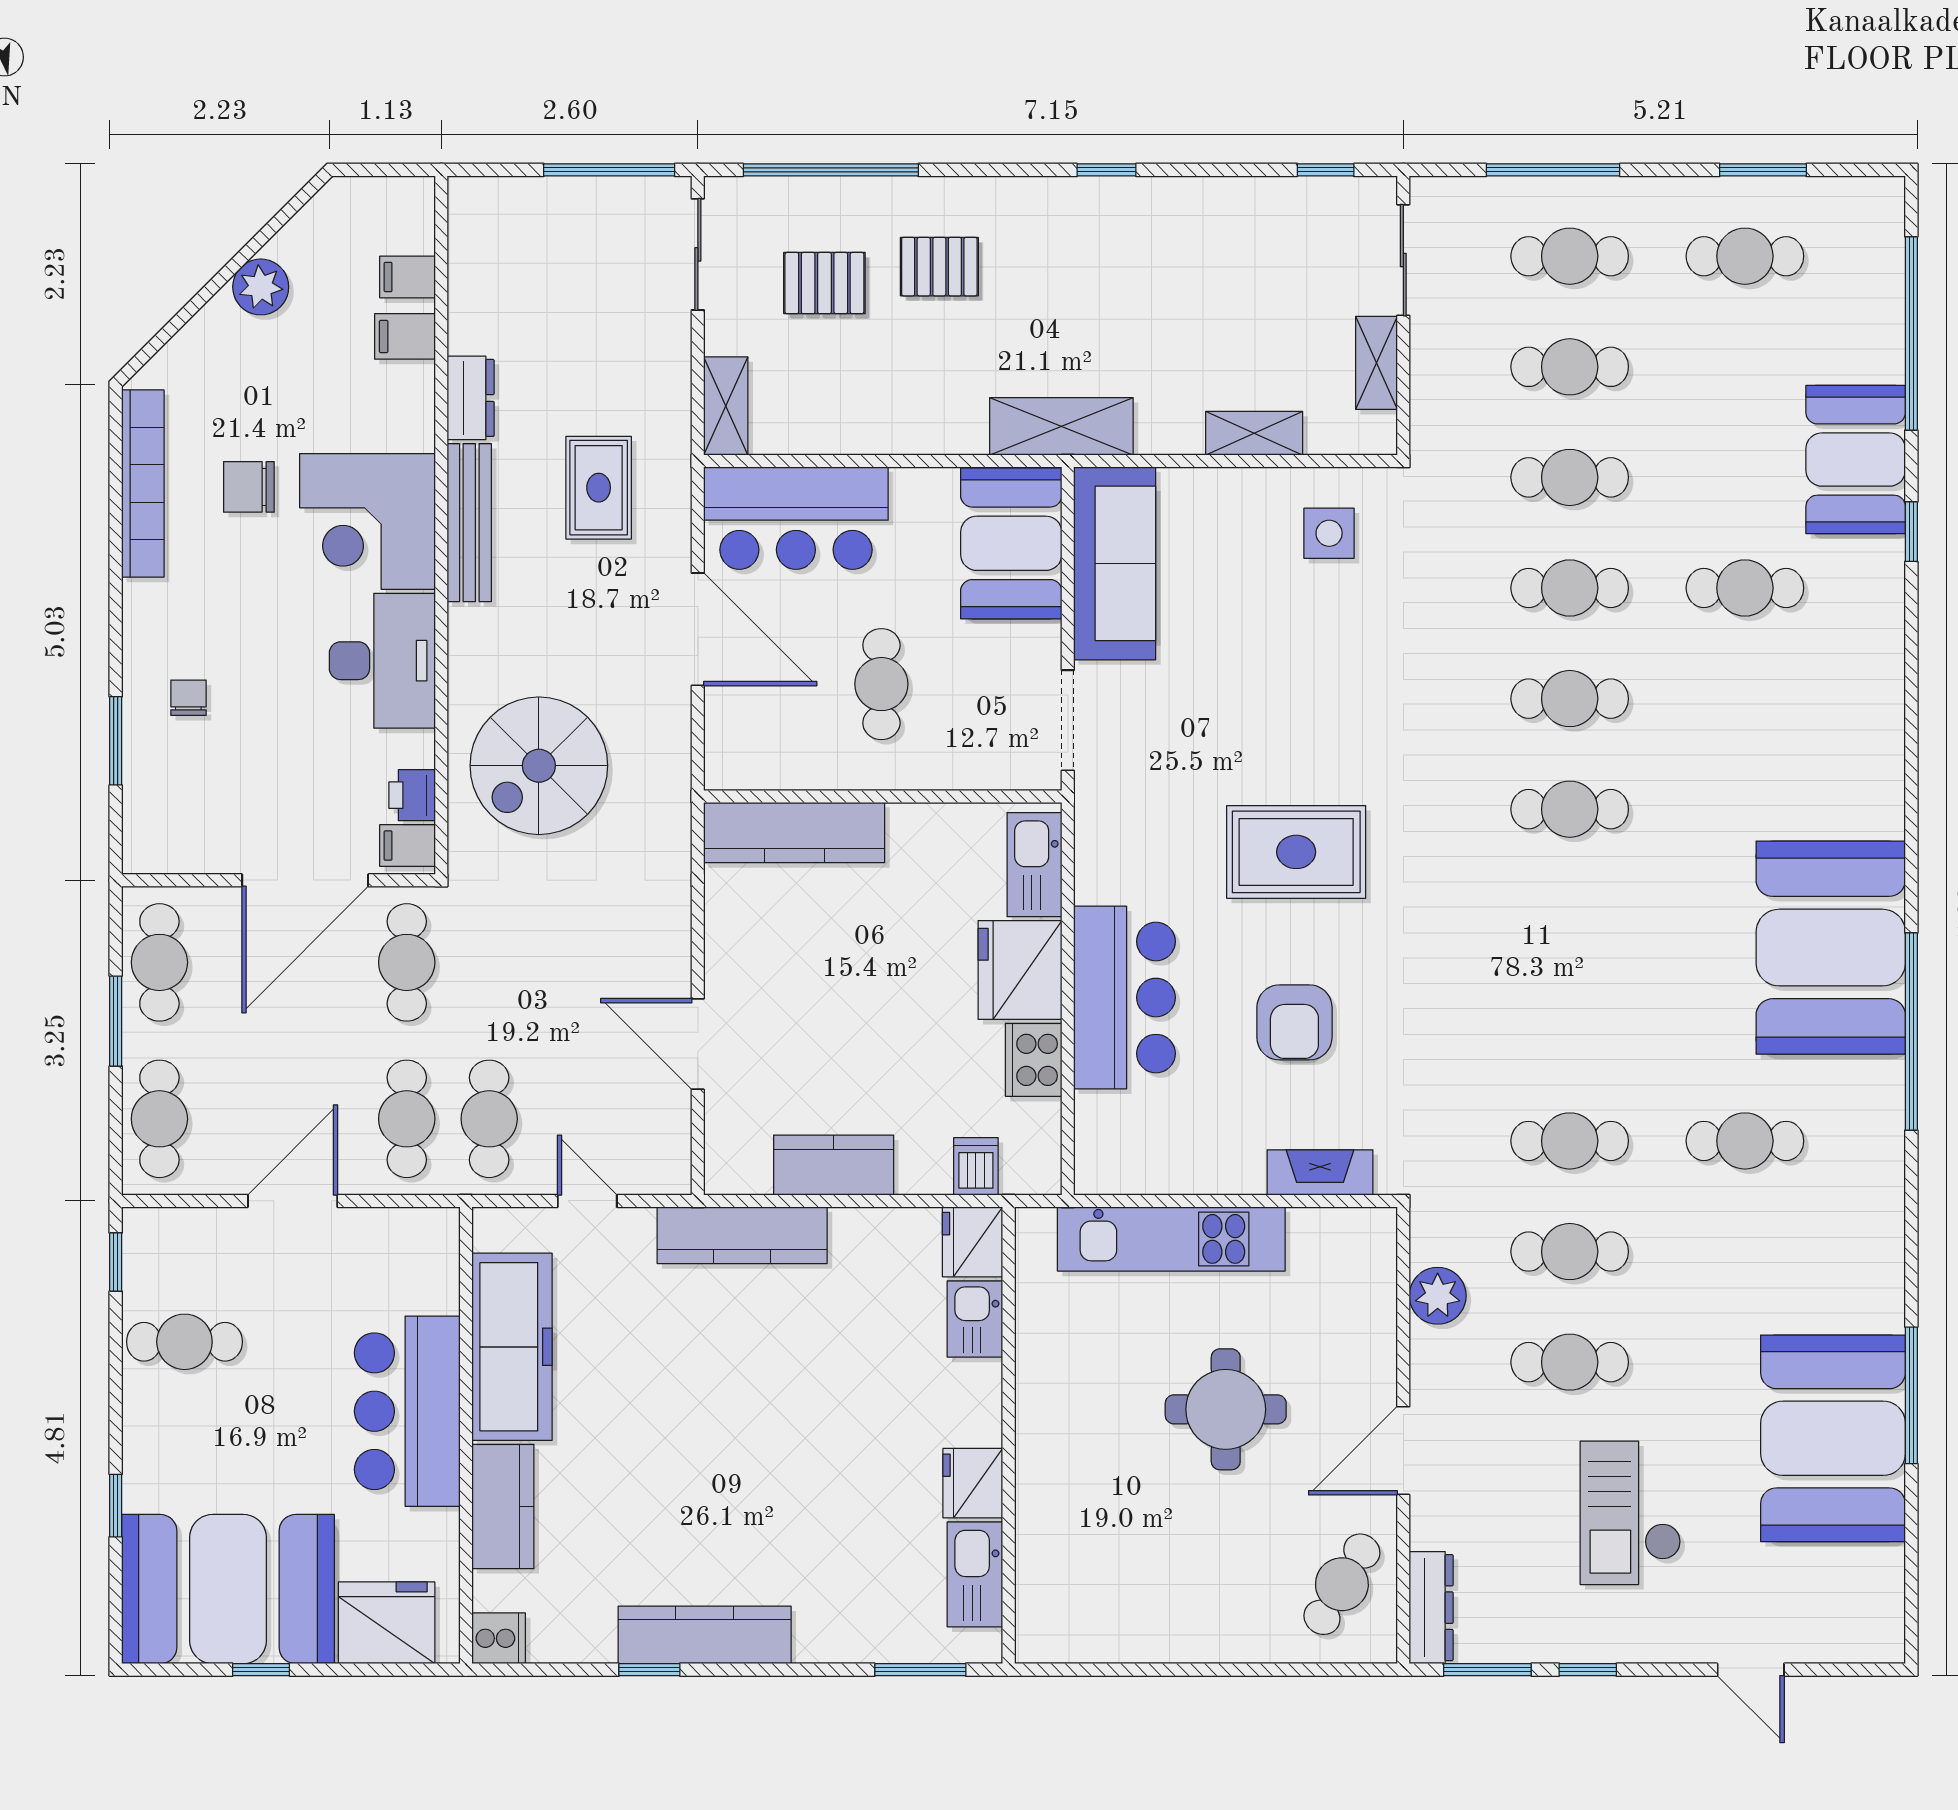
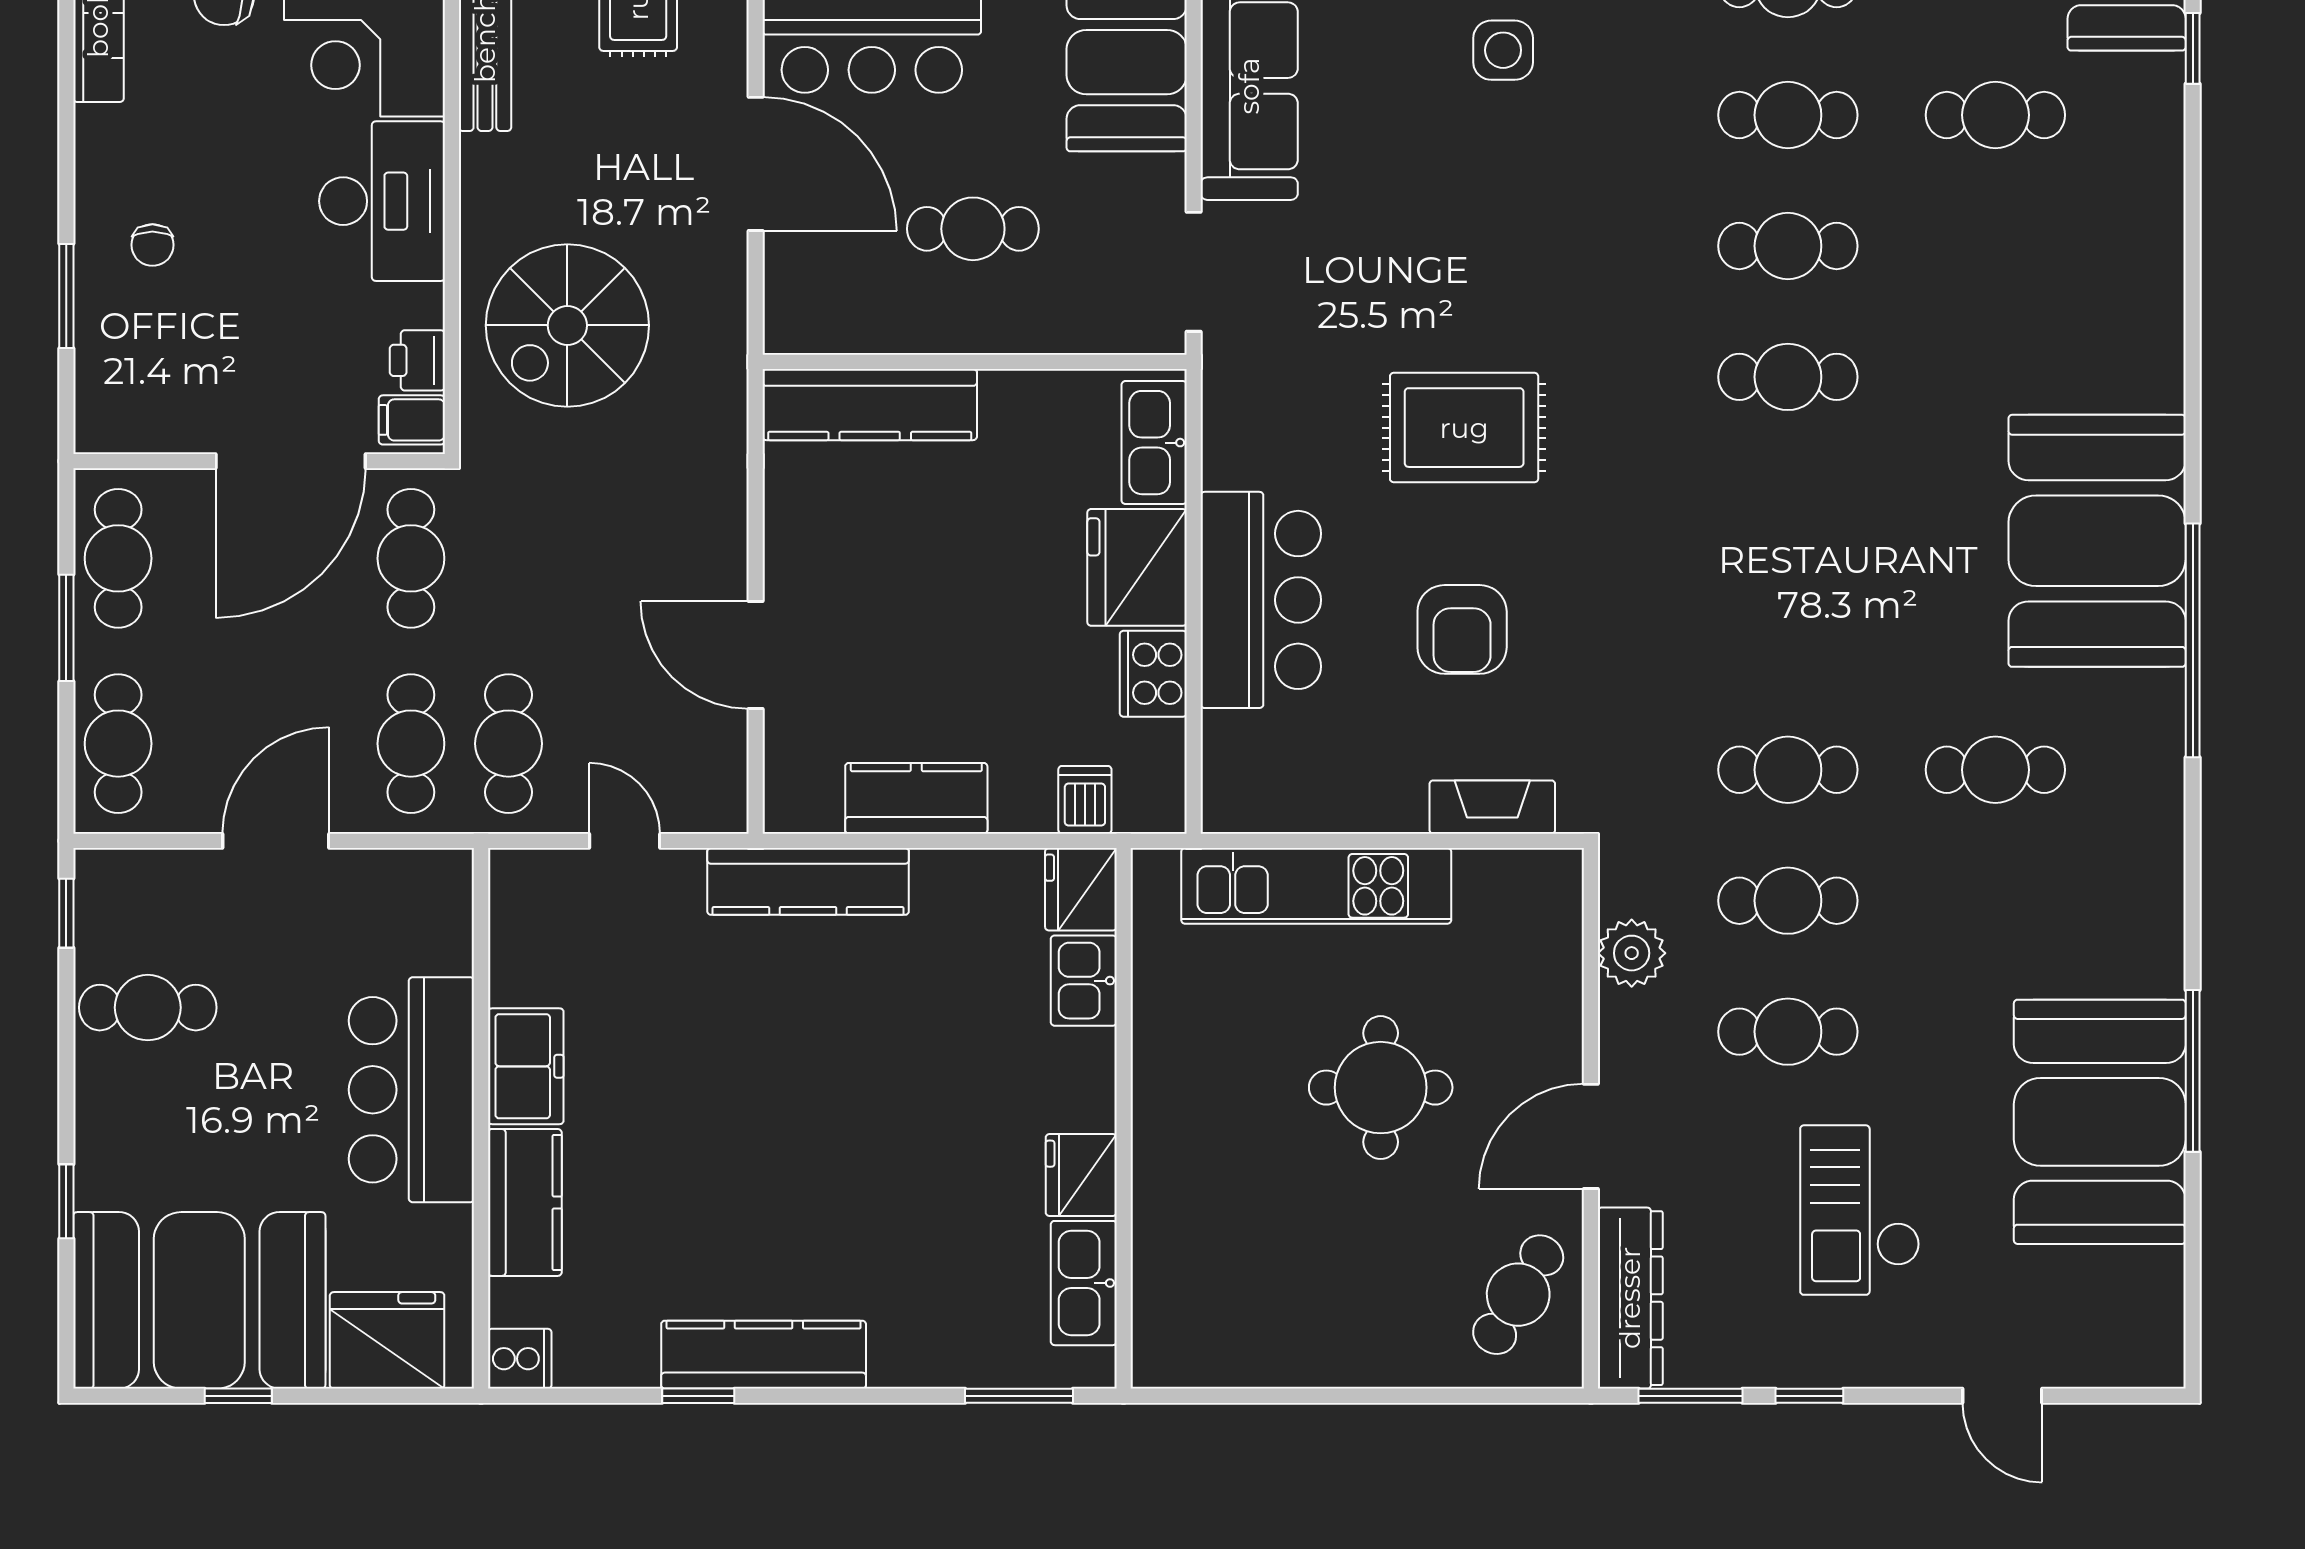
cafe table: (881, 684) -> (973, 229), turned 90
chair: (188, 698) -> (152, 245), turned 180
freezer: (512, 1347) -> (526, 1066), width x0.52, depth x0.79
dresser: (1431, 1608) -> (1630, 1298), width x1.37, depth x1.24

